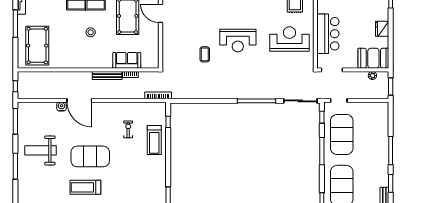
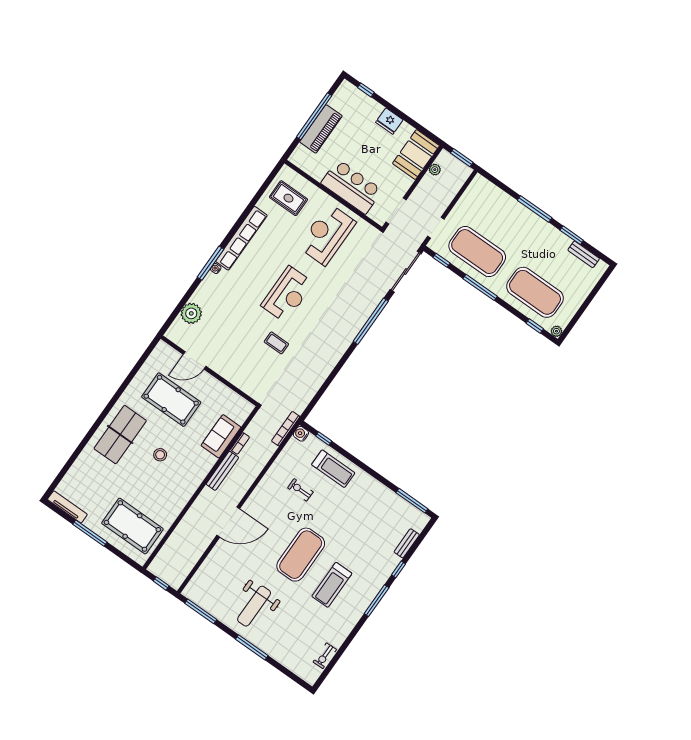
water cooler: (62, 106) -> (301, 434), moved

